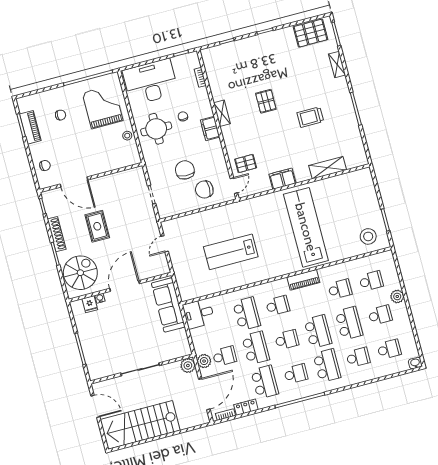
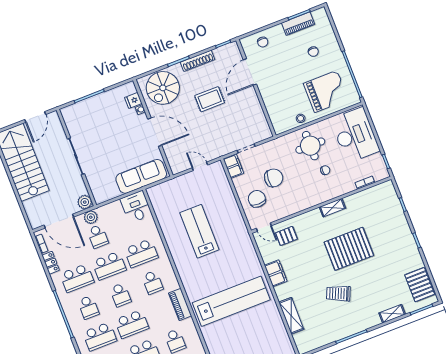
pallet: (266, 101) -> (349, 249), width x2.05, depth x2.00
trolley: (310, 117) -> (338, 294), turned -67
filing cabinet: (210, 128) -> (233, 166), moved, turned 90
pallet: (246, 163) -> (286, 236), turned 90
spiral stairs: (80, 273) -> (163, 88), turned 90

